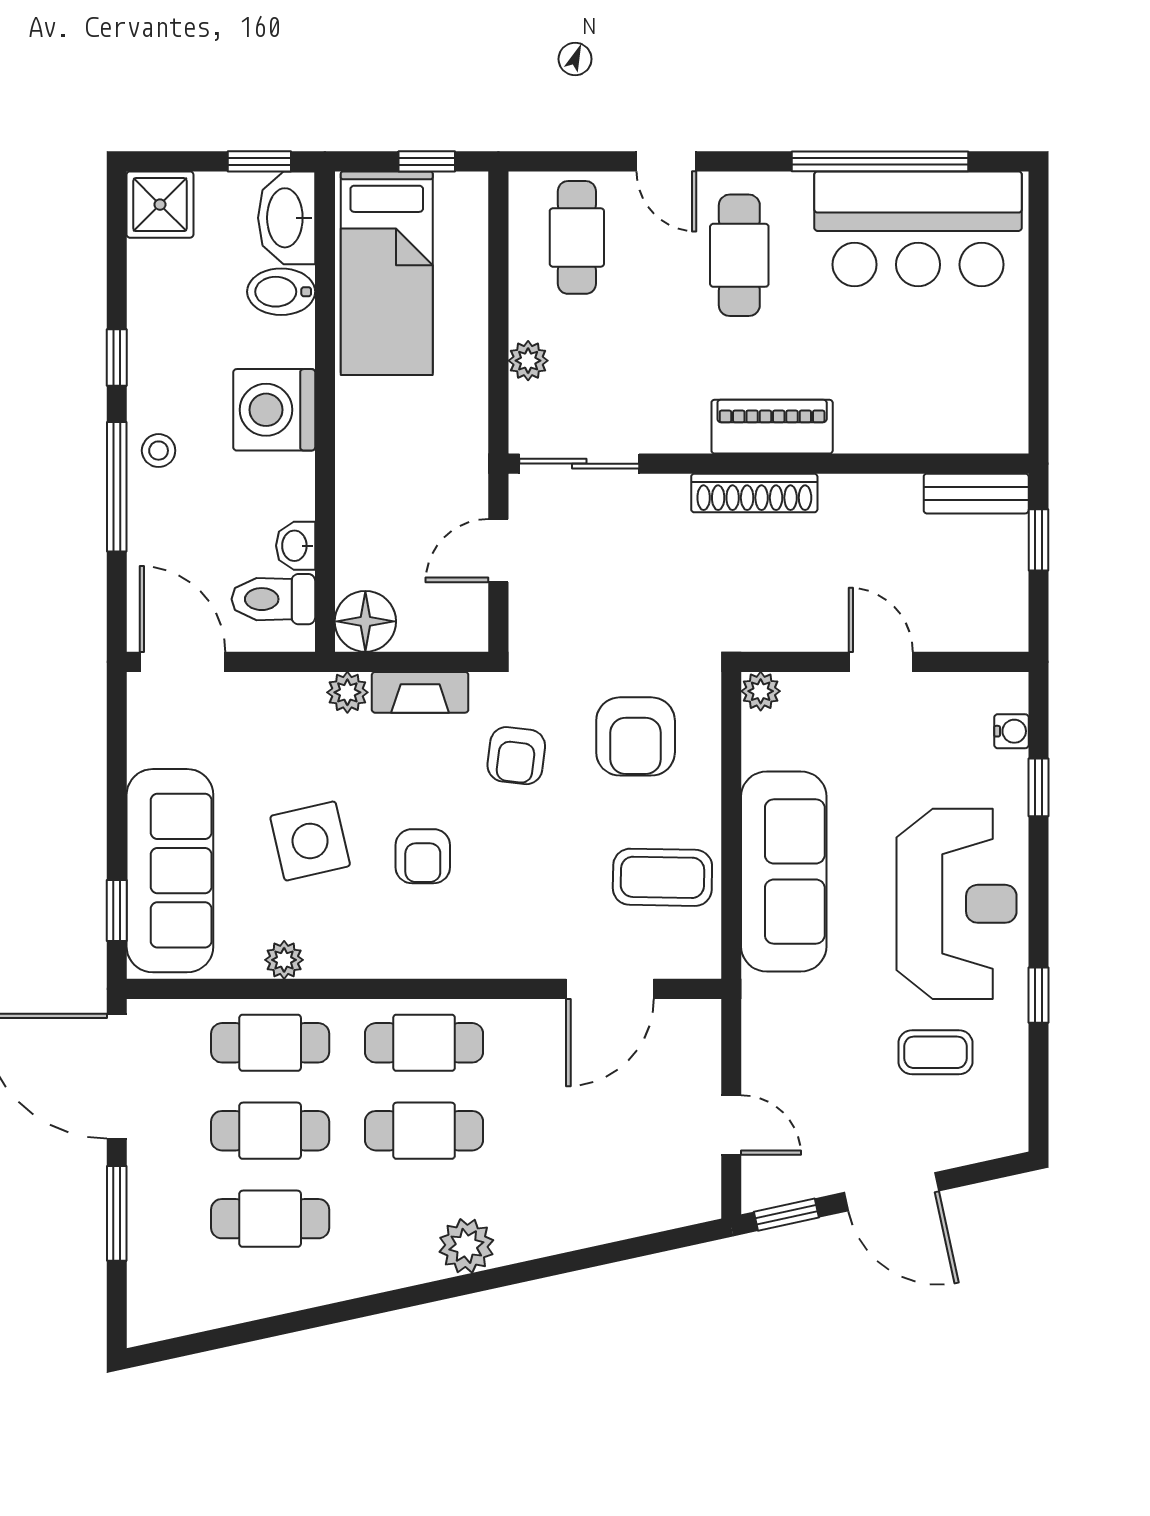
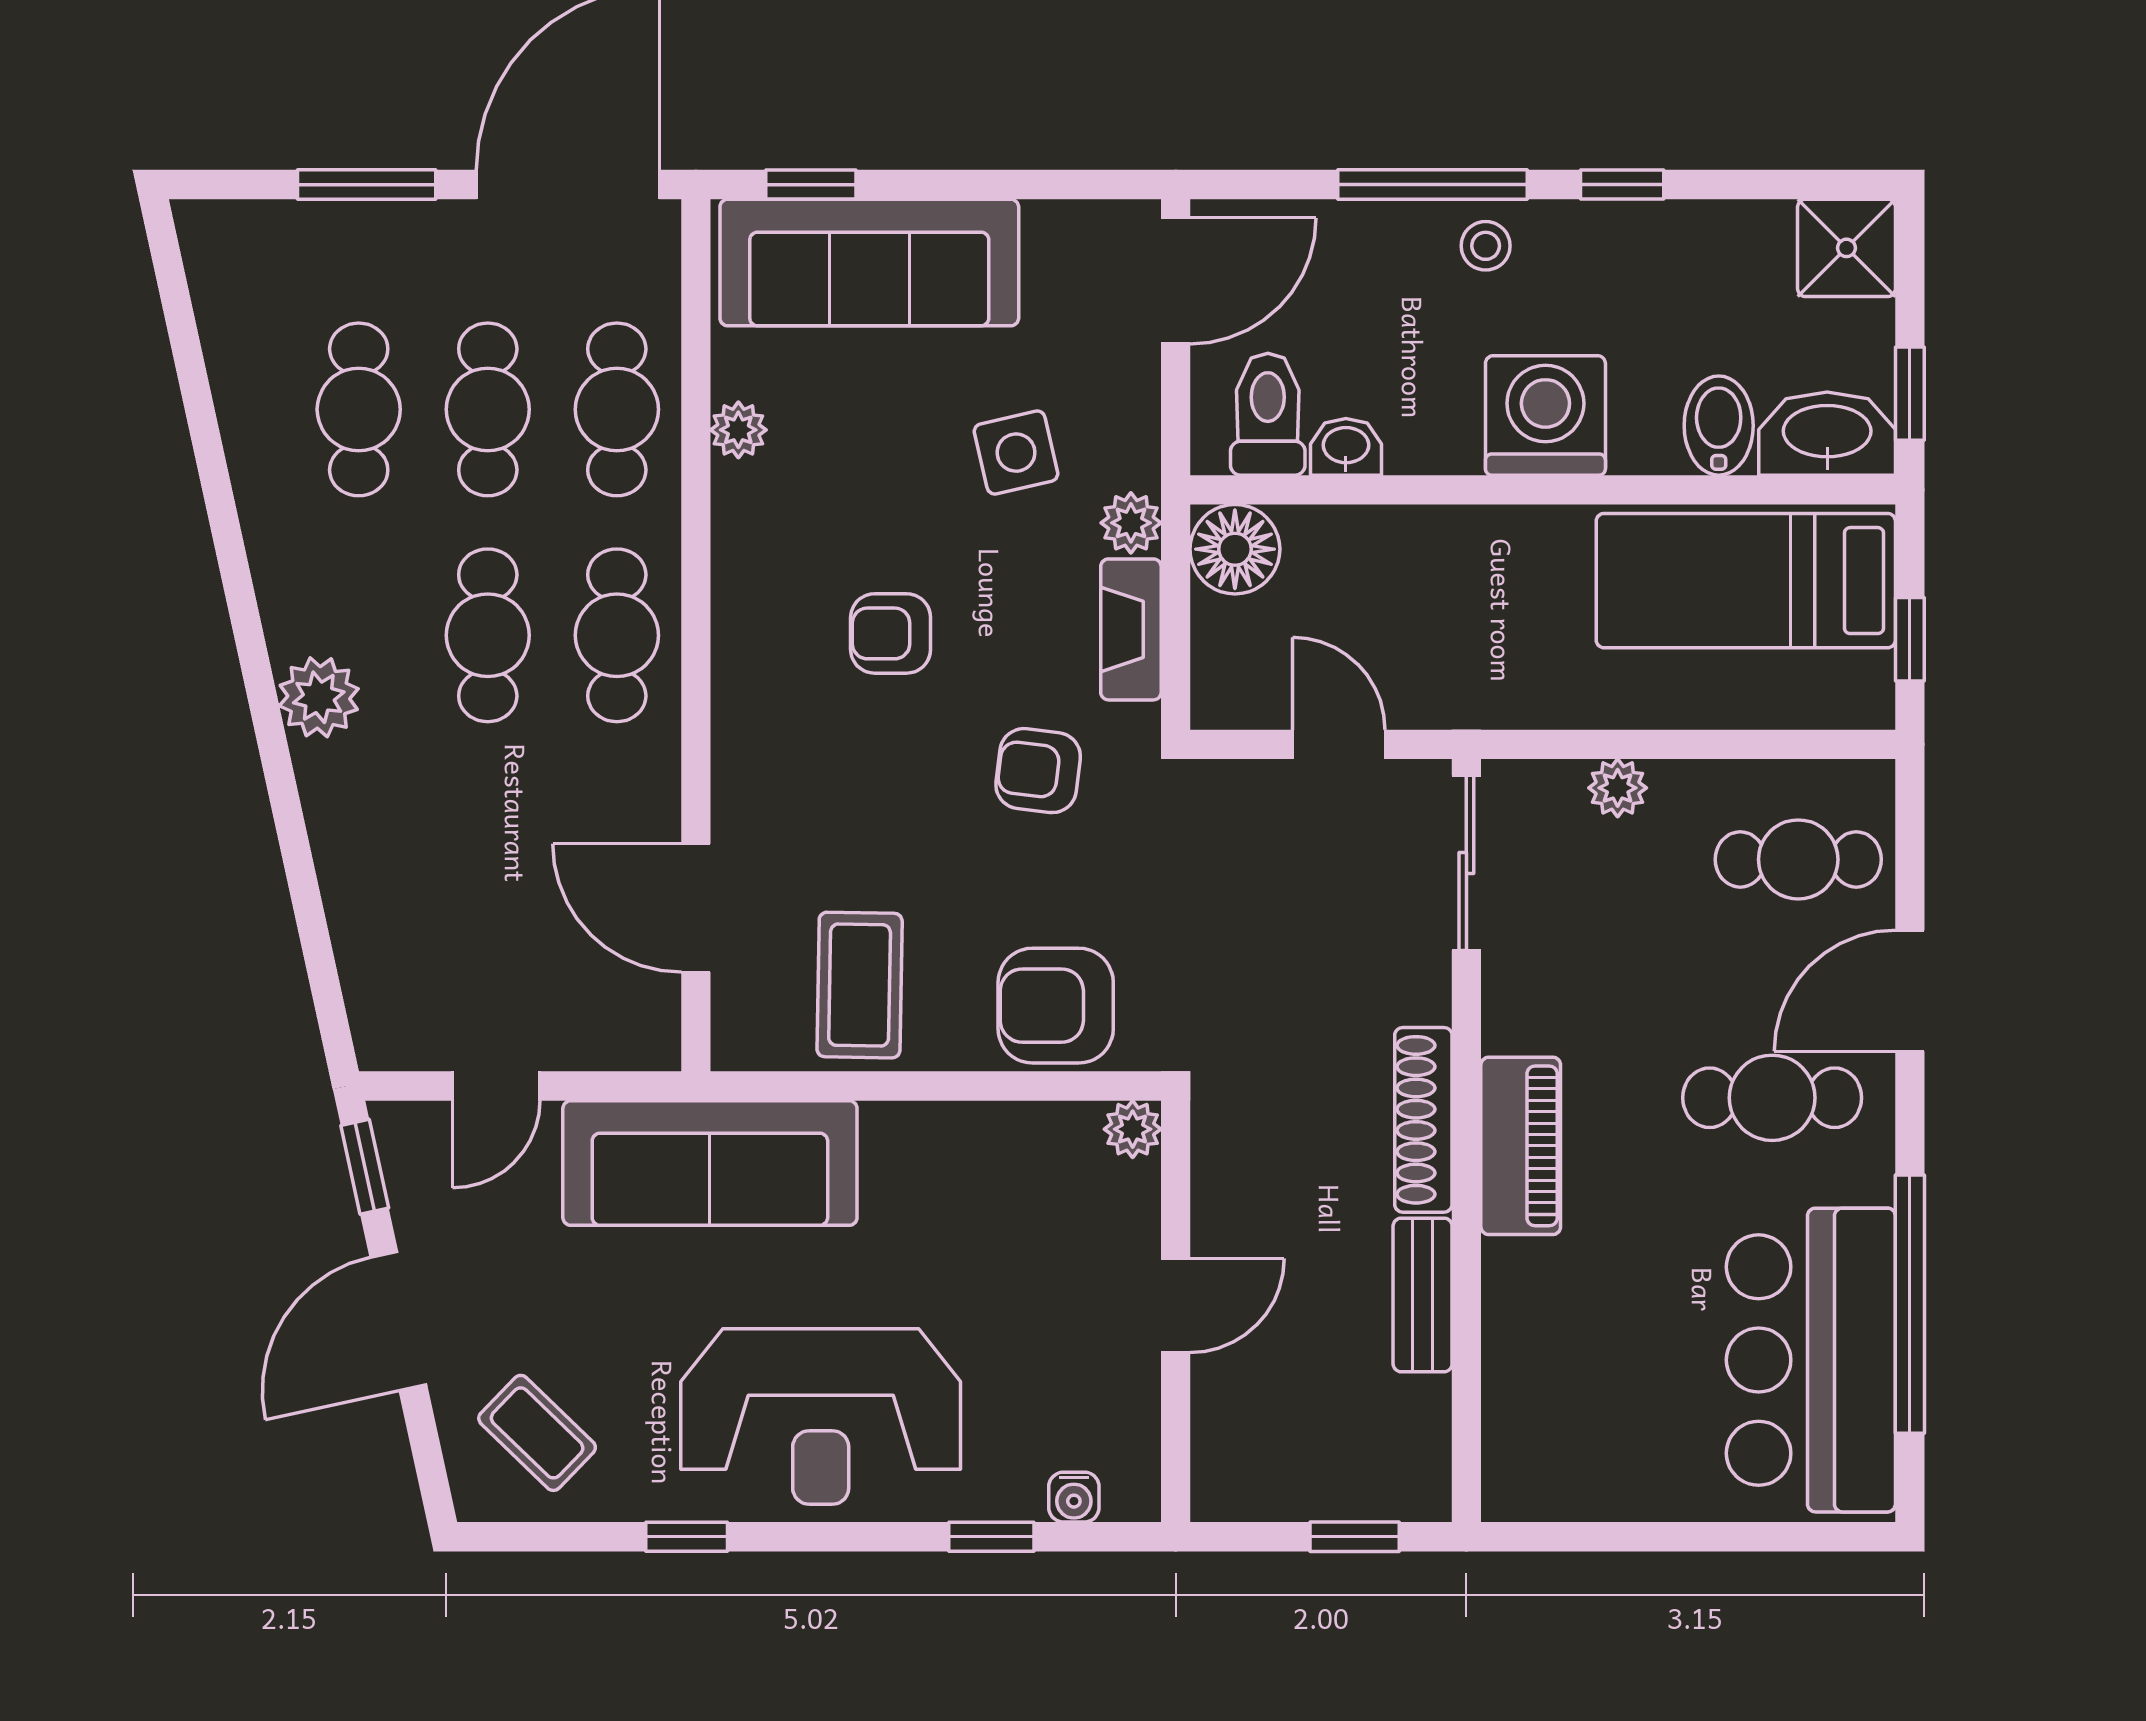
door: (666, 161) -> (1910, 991), width x1.38
bench: (976, 494) -> (1423, 1295), moved
armchair: (636, 736) -> (1056, 1006), moved
side table: (310, 841) -> (1016, 453), moved, width x0.73, depth x0.73
sofa: (784, 871) -> (710, 1163), moved
coffee table: (935, 1052) -> (537, 1433), moved, turned -46

